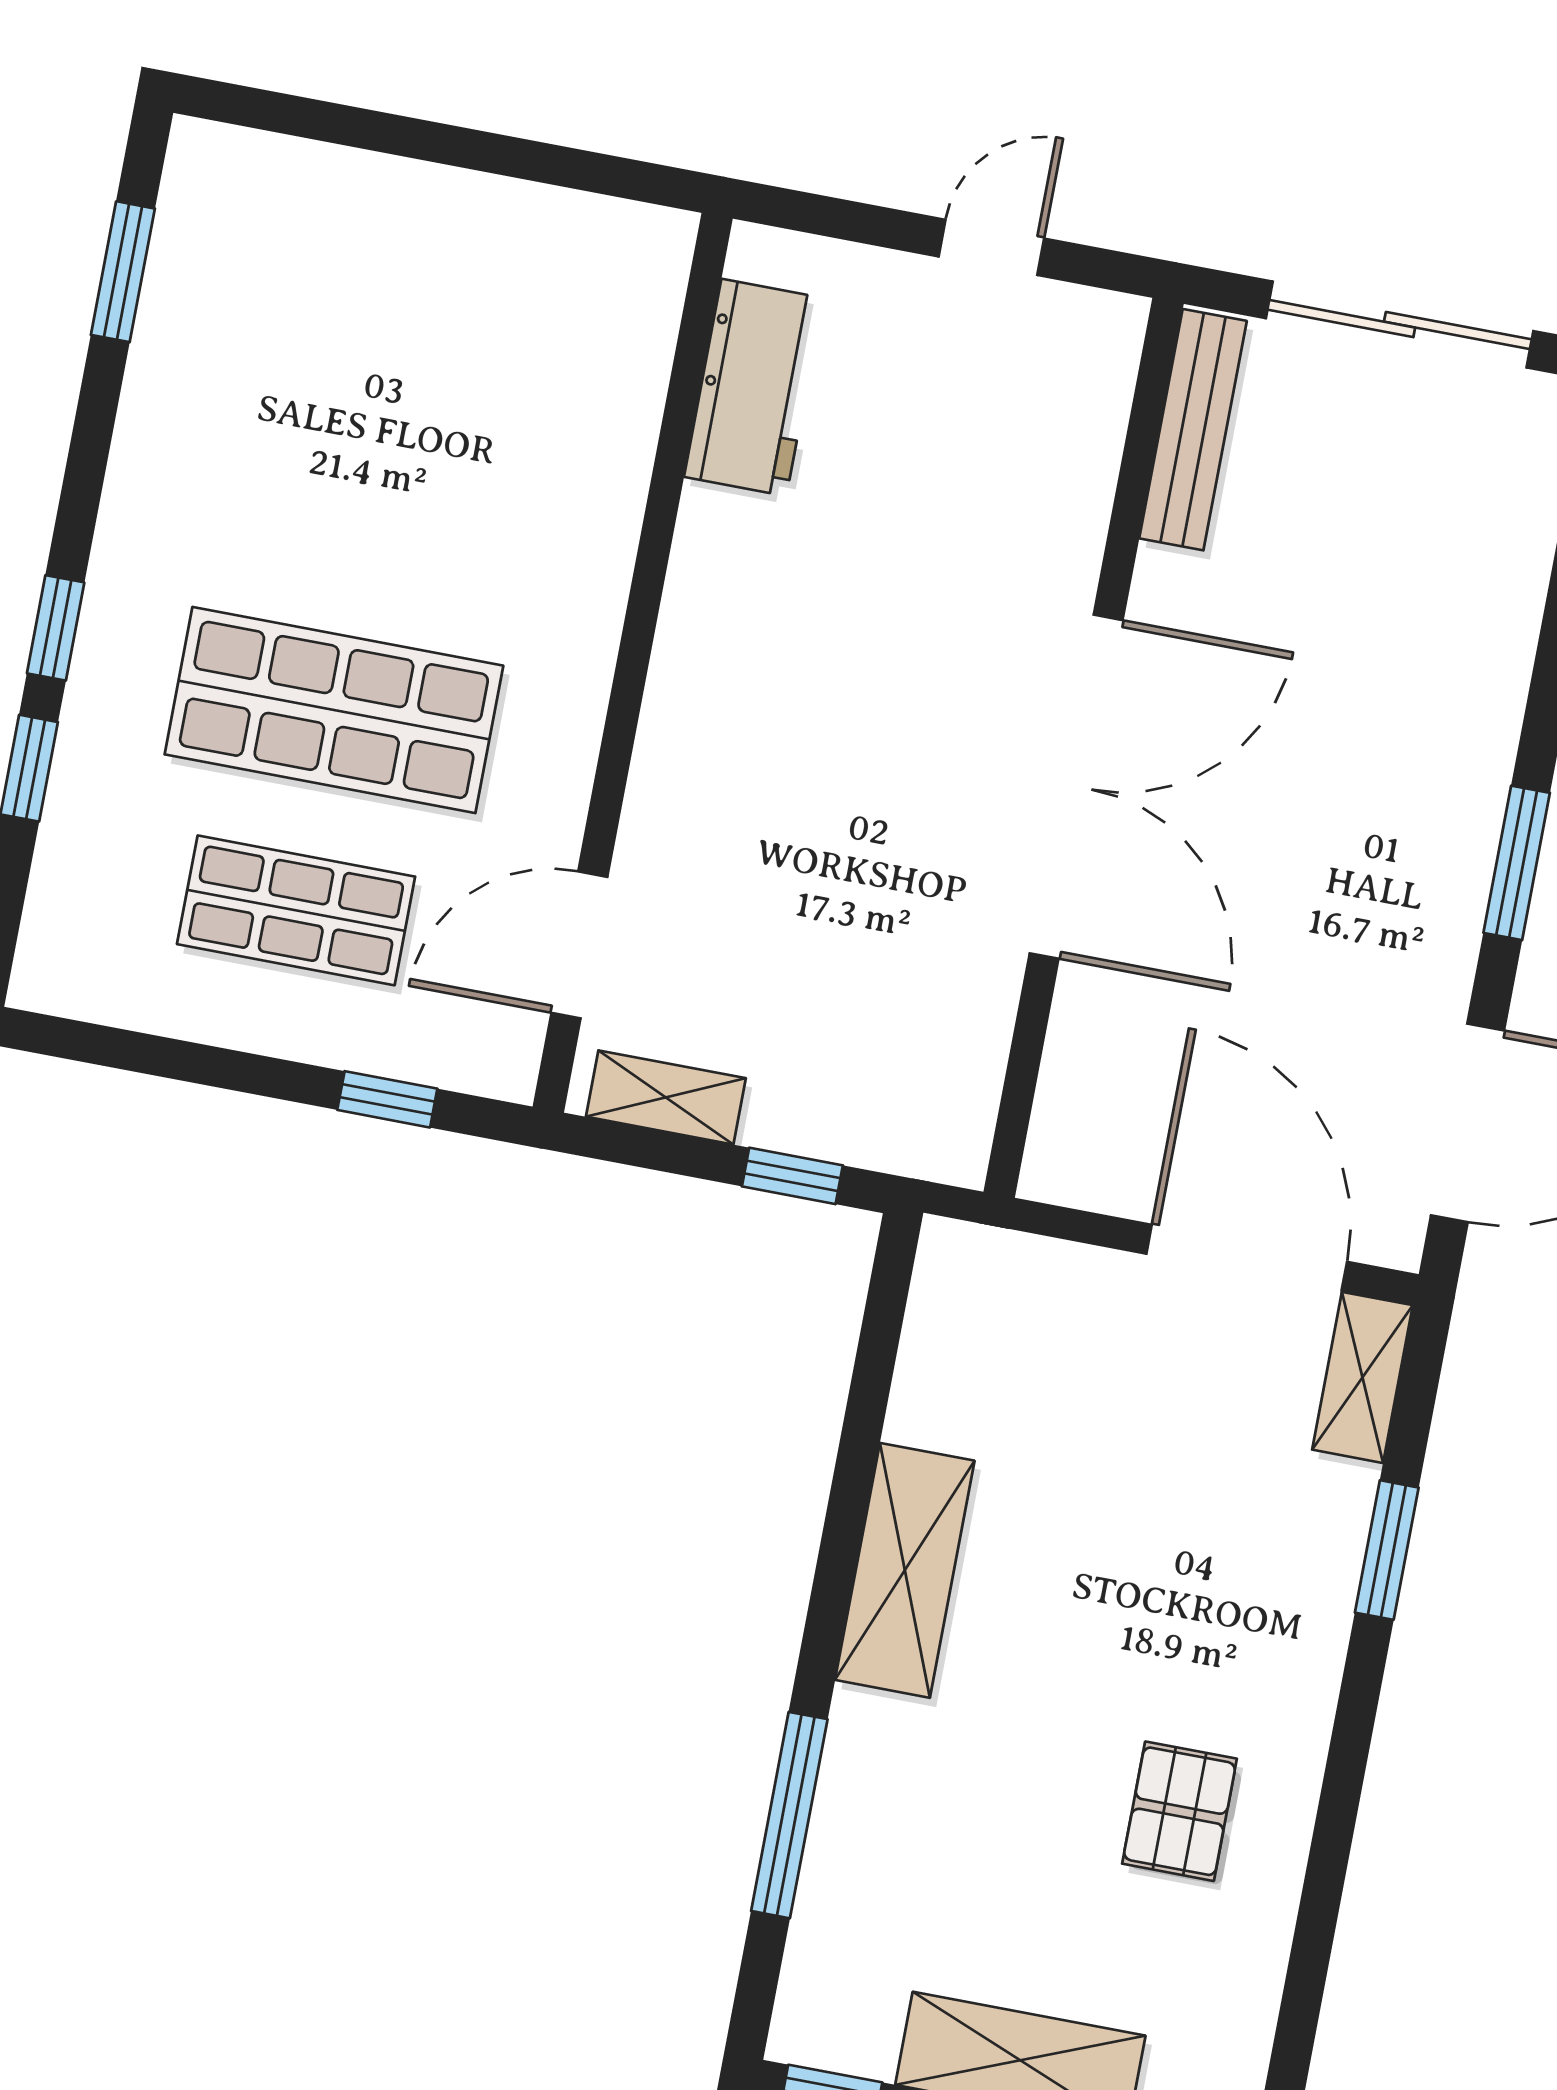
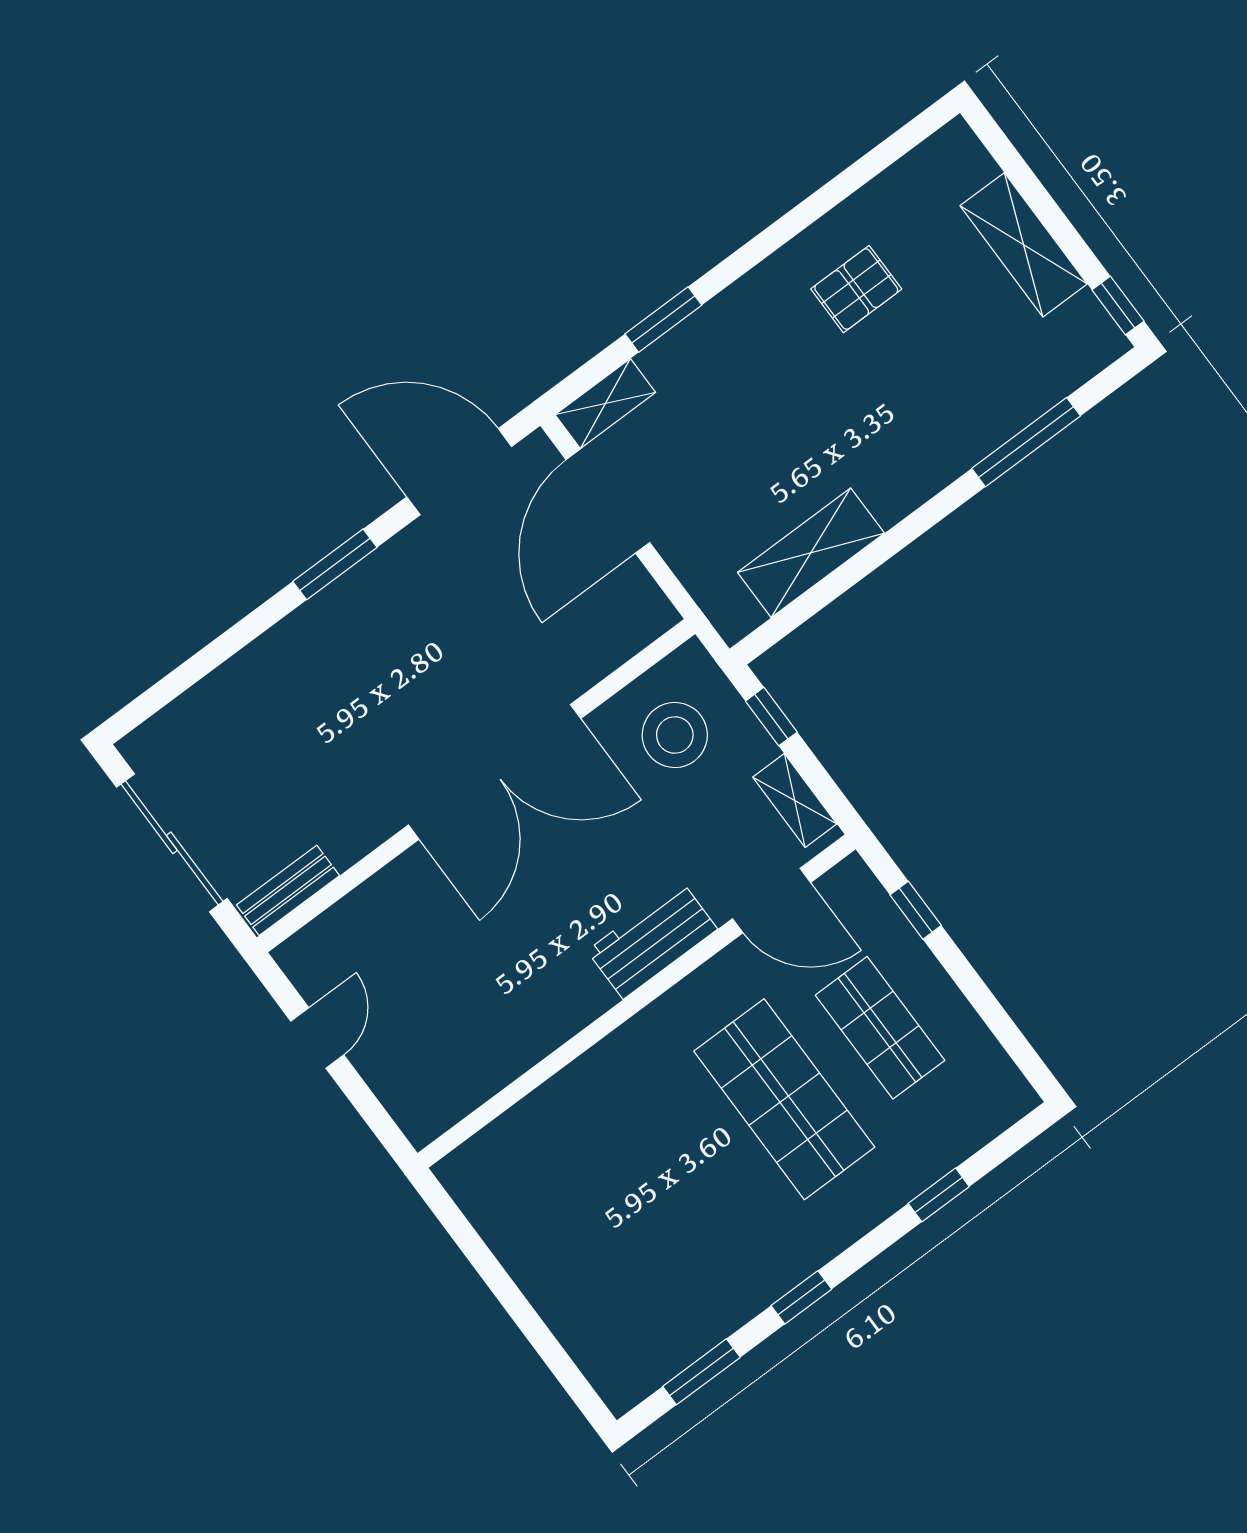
door: (991, 247) -> (317, 1038), swing flipped
workbench: (754, 387) -> (652, 940), moved
bench: (1193, 430) -> (288, 890), width x0.73
window: (56, 628) -> (801, 1297), moved
double door: (1076, 787) -> (495, 772), swing flipped
stool: (892, 1041) -> (675, 735), added
shelving: (905, 1570) -> (811, 553), moved

